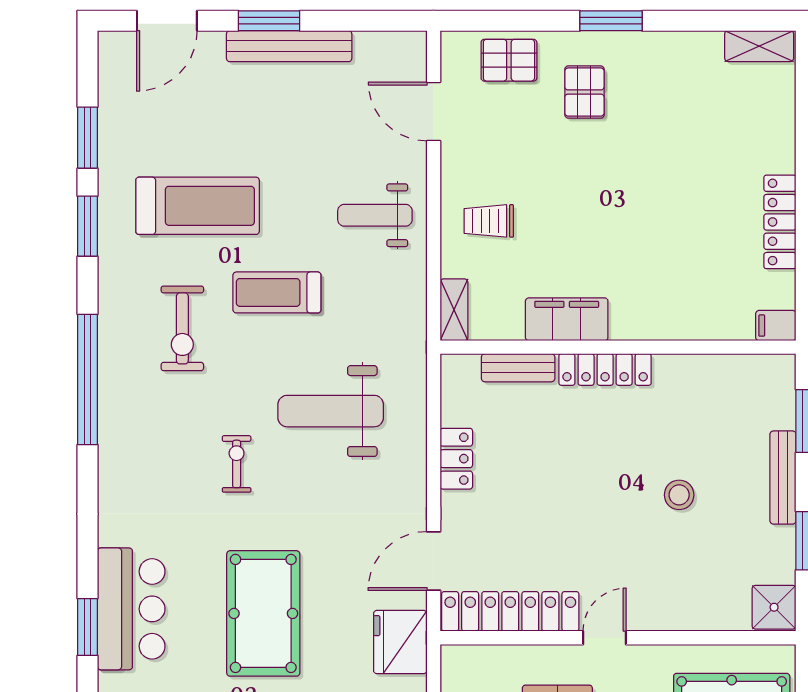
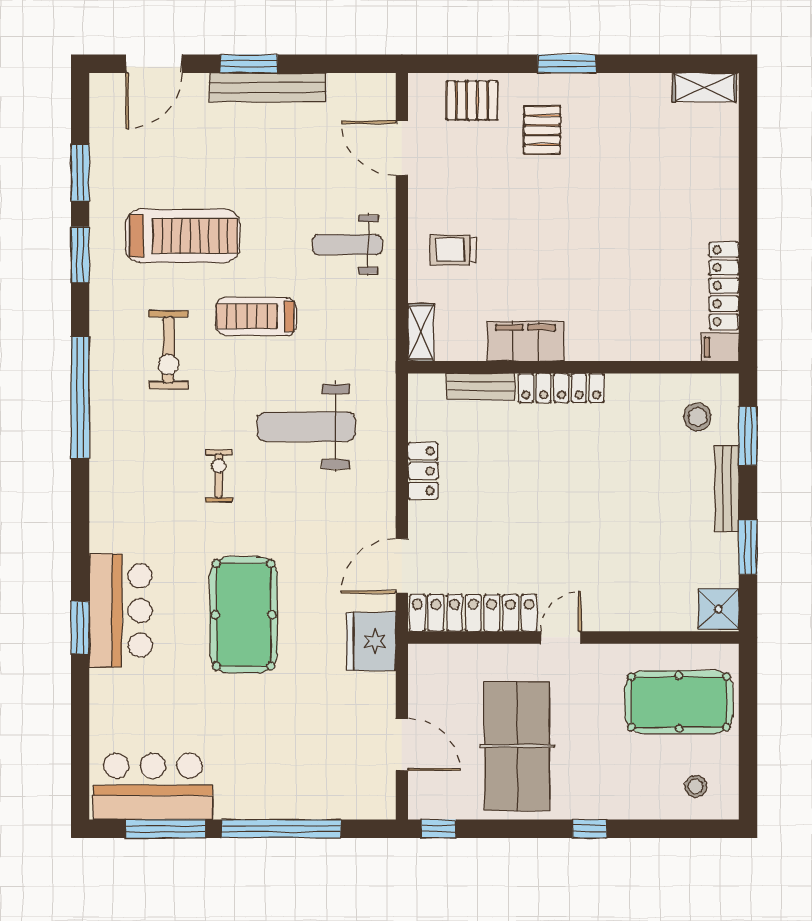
locker: (780, 222) -> (724, 286), moved
stool: (679, 495) -> (698, 417), moved

